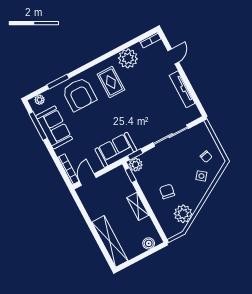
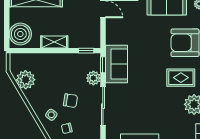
sofa: (116, 150) -> (116, 64), moved
plant: (136, 165) -> (93, 78), moved
chair: (167, 191) -> (71, 101), moved
boiler: (149, 243) -> (20, 34), width x1.86, depth x1.86

